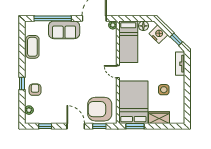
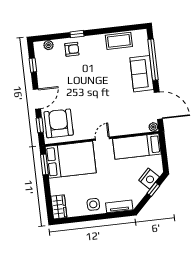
floor lamp: (143, 26) -> (156, 161), removed
window: (176, 39) -> (153, 189), moved
side table: (164, 90) -> (93, 204), moved
wardrobe: (159, 118) -> (59, 207), moved

